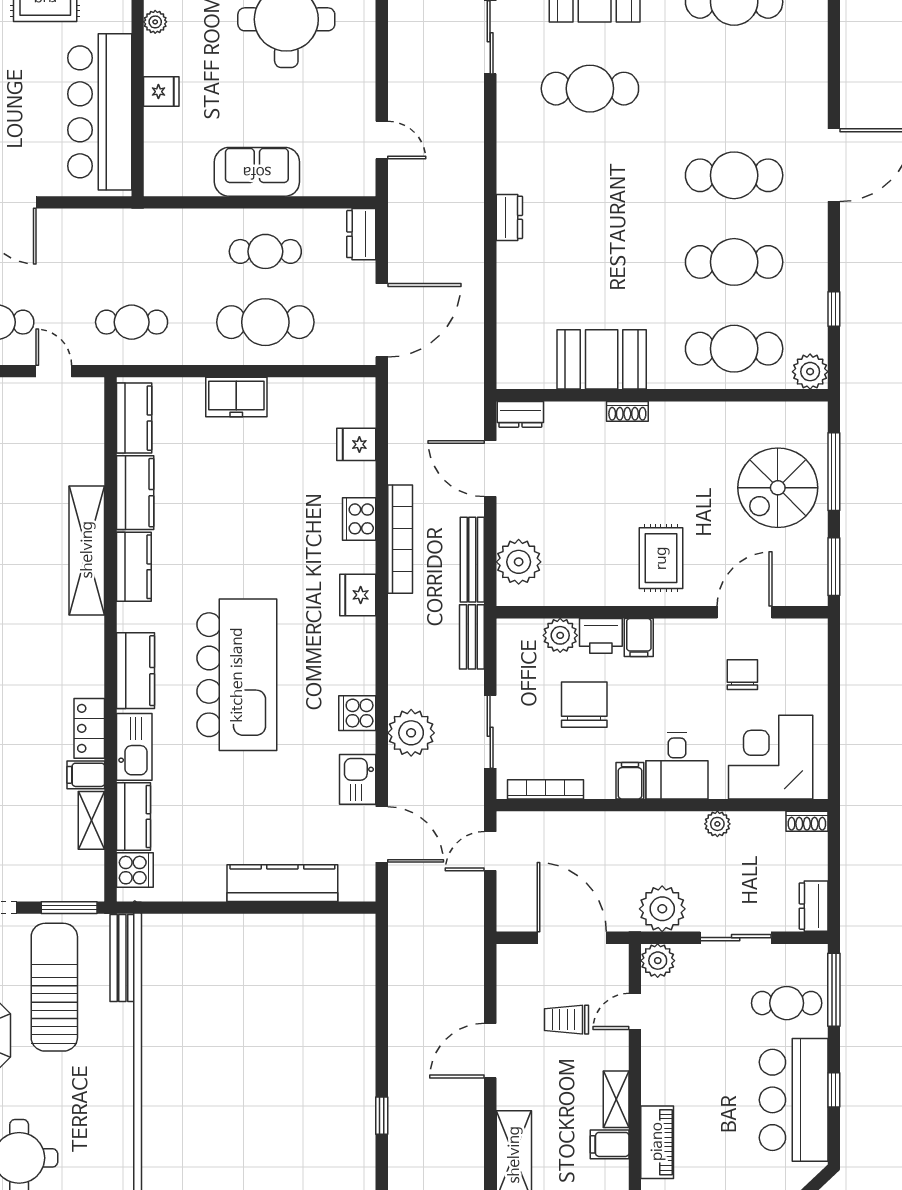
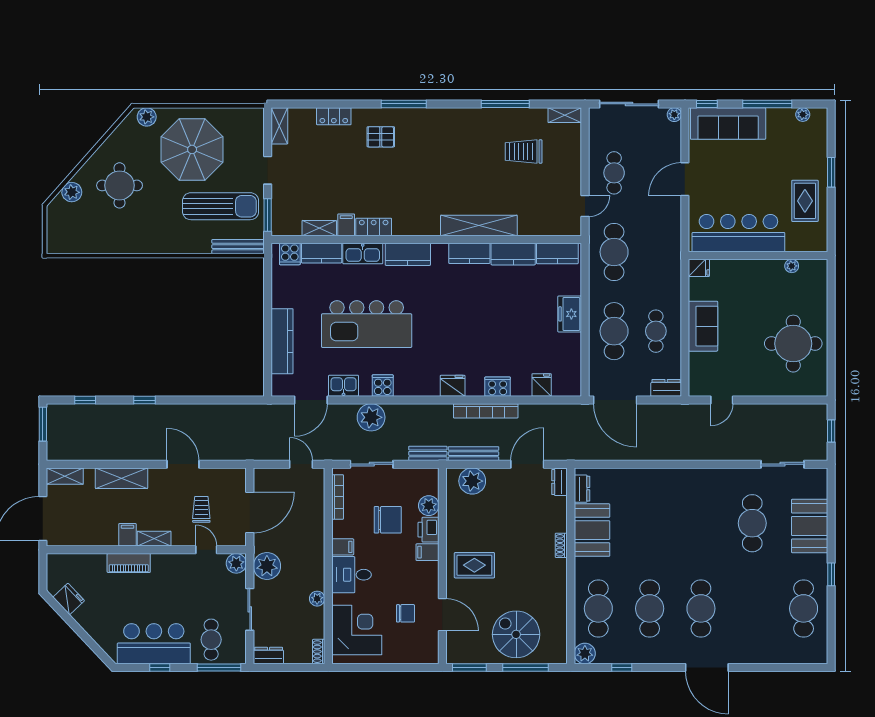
fridge: (161, 92) -> (699, 268), moved, turned -90
dresser: (509, 217) -> (582, 489), moved, turned -90
cafe table: (132, 322) -> (614, 252), width x1.37, depth x1.35
kitchen island: (237, 675) -> (367, 324), moved

